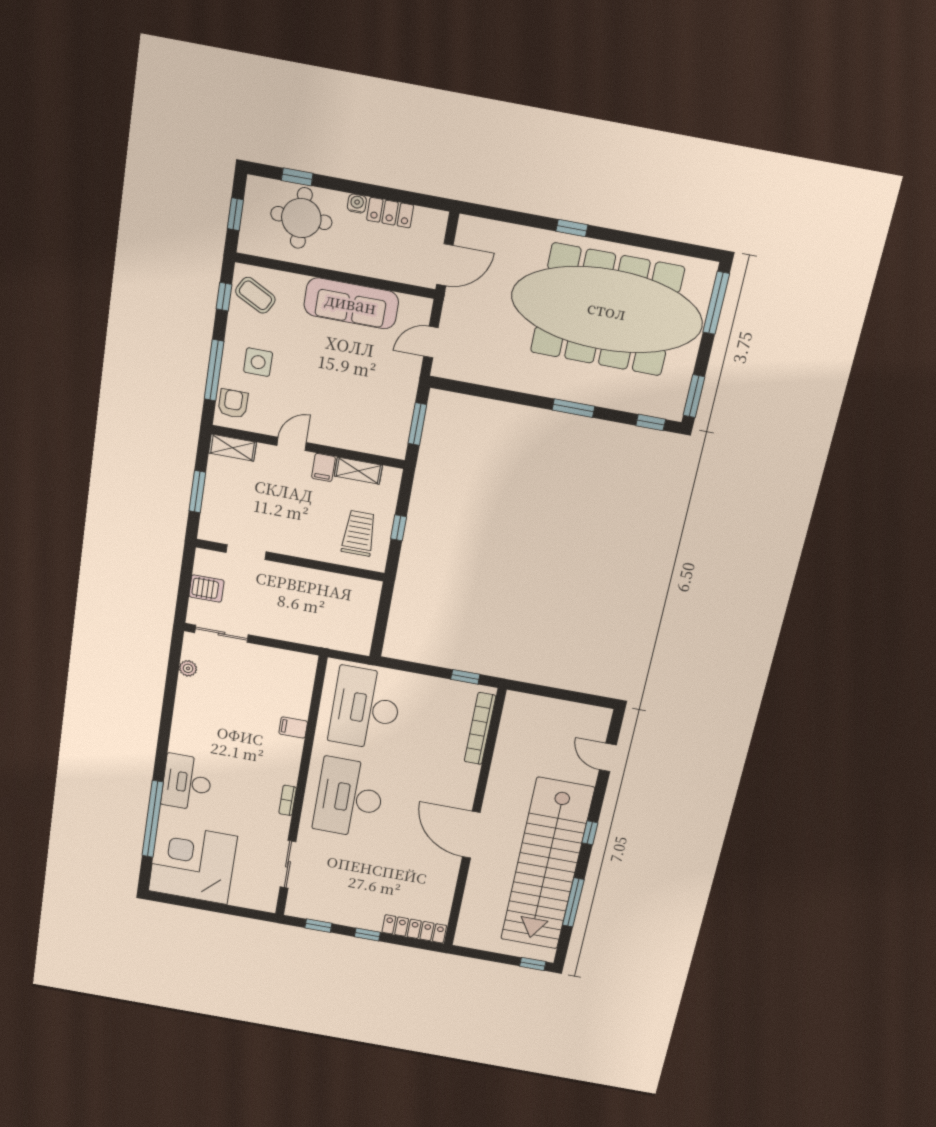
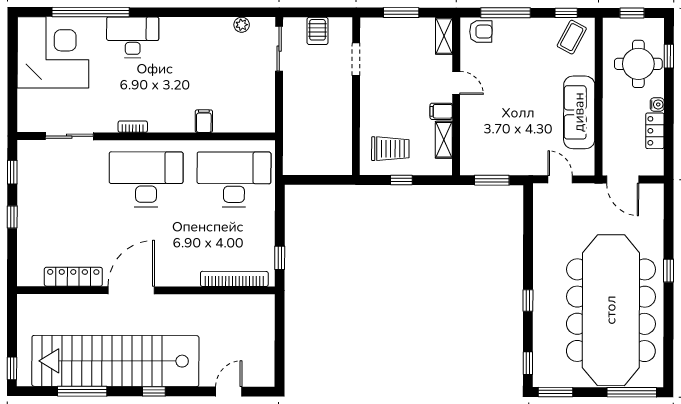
side table: (258, 362) -> (519, 47), removed
window: (573, 408) -> (528, 300), width x0.67
locker: (414, 929) -> (73, 277), moved, turned -90

